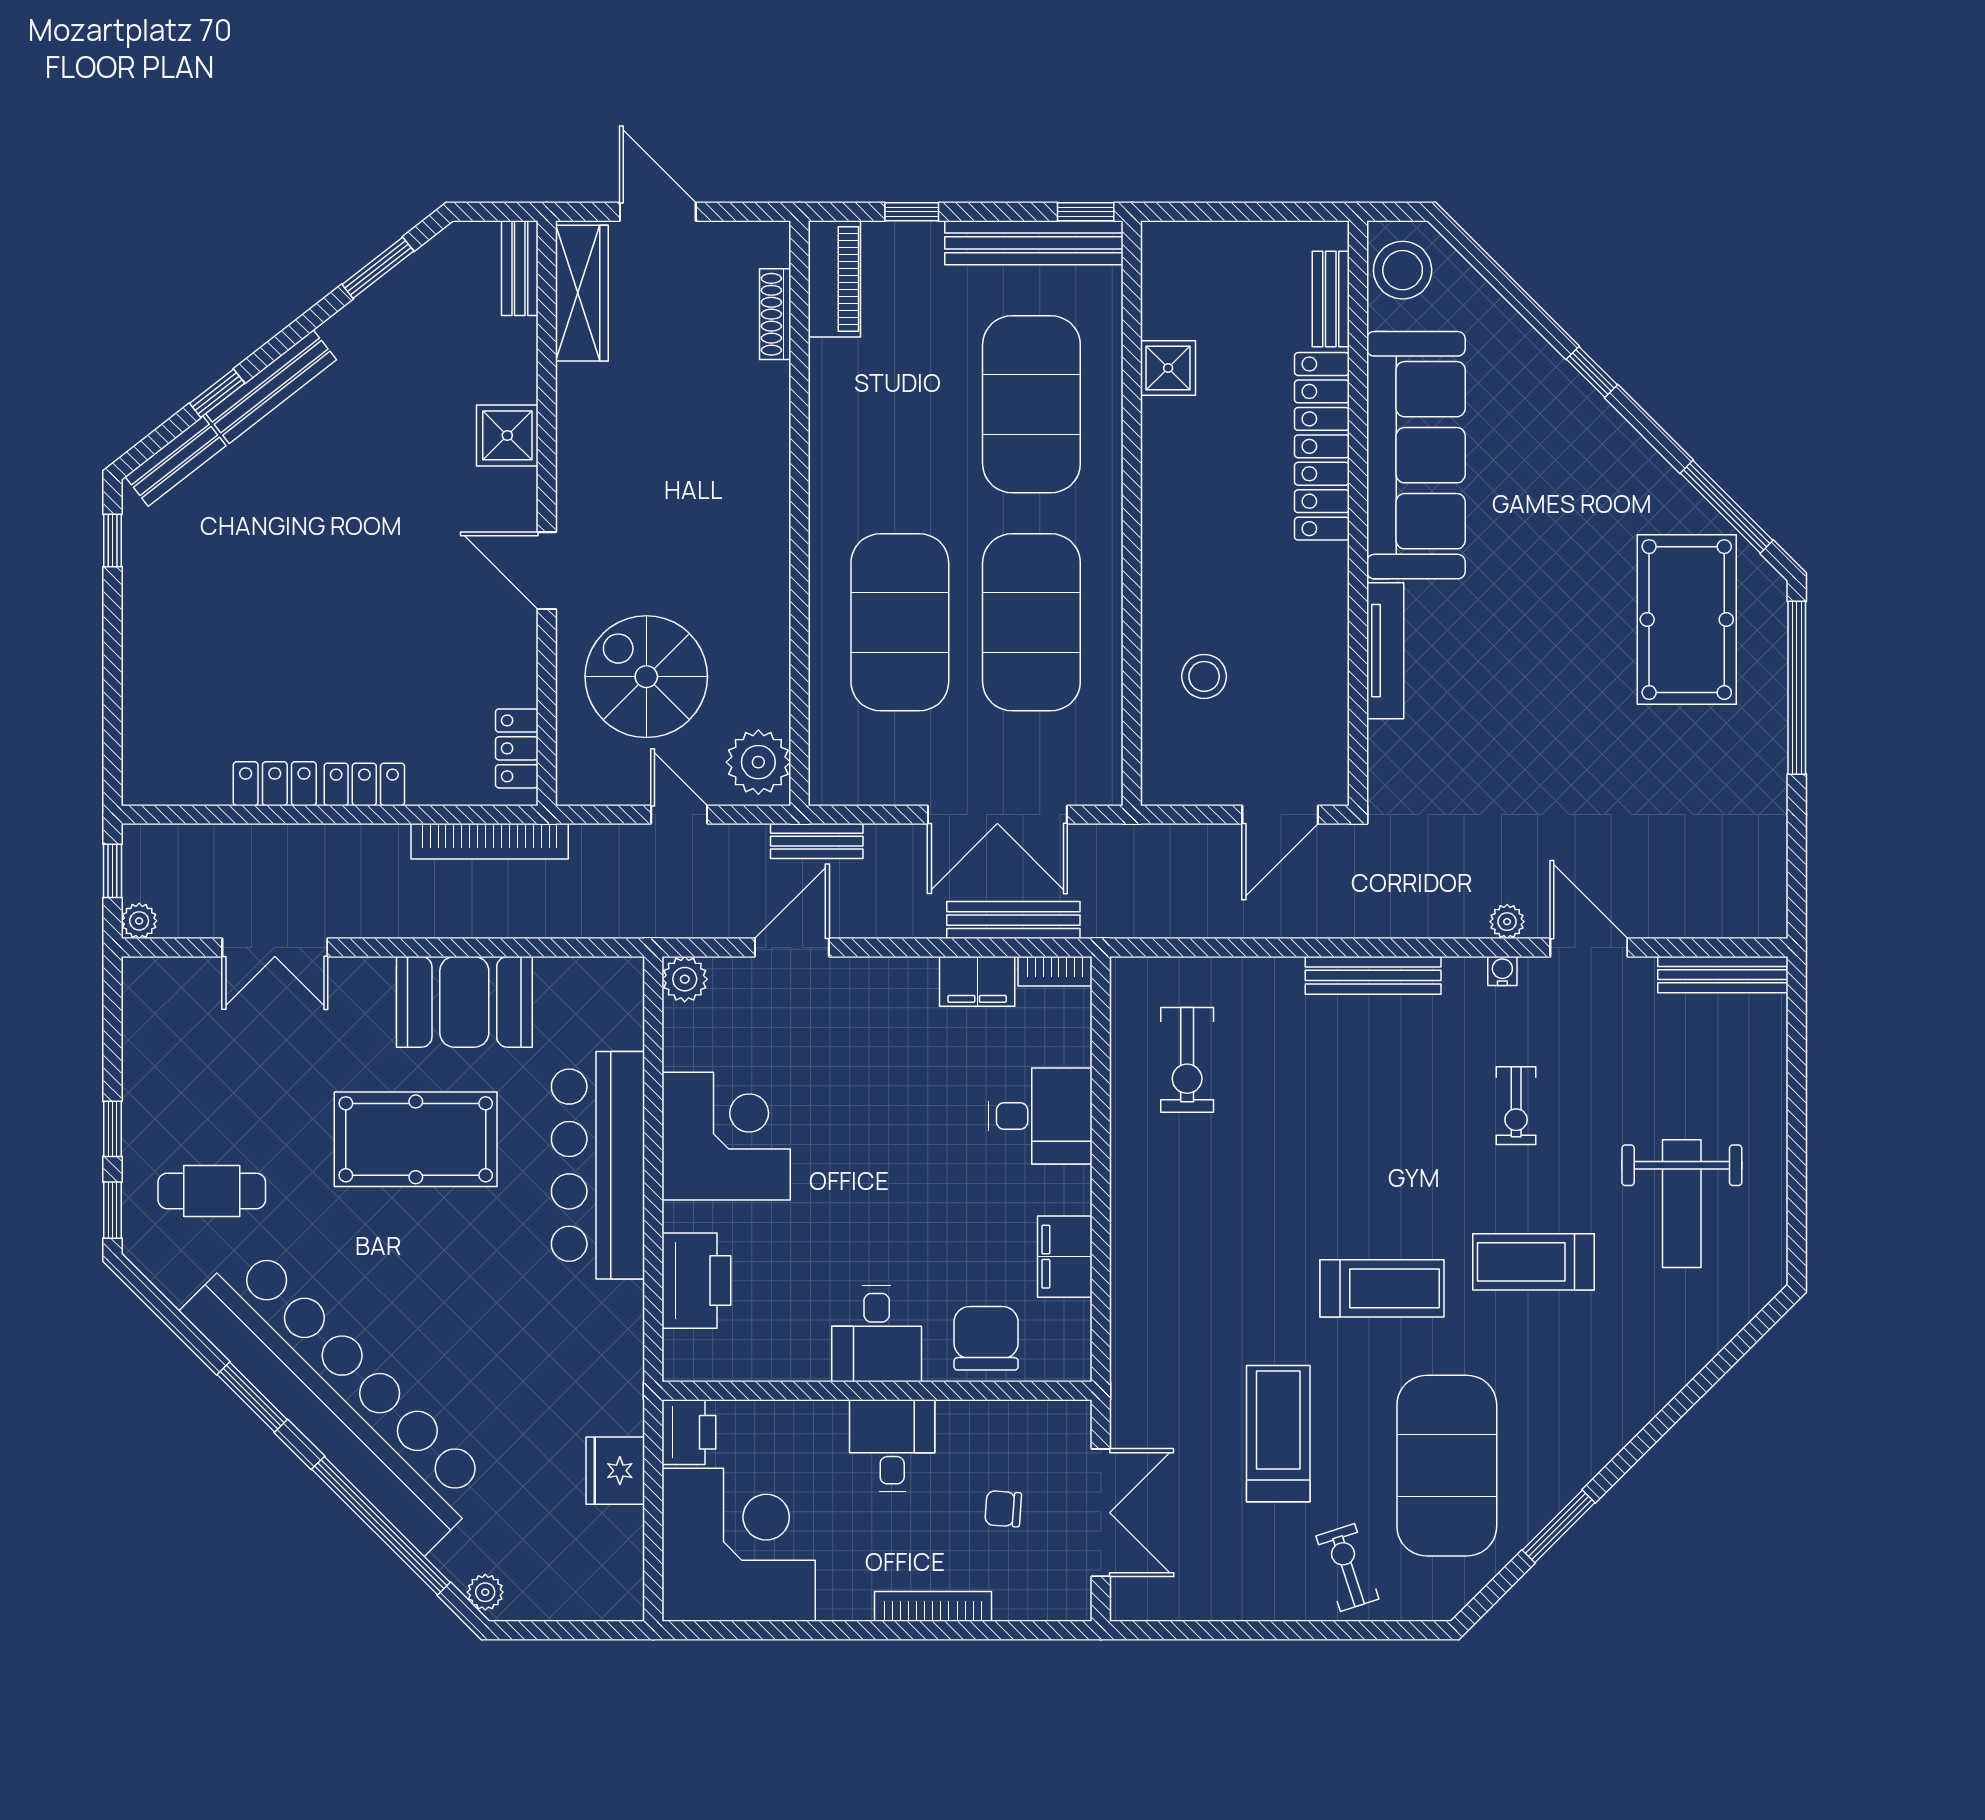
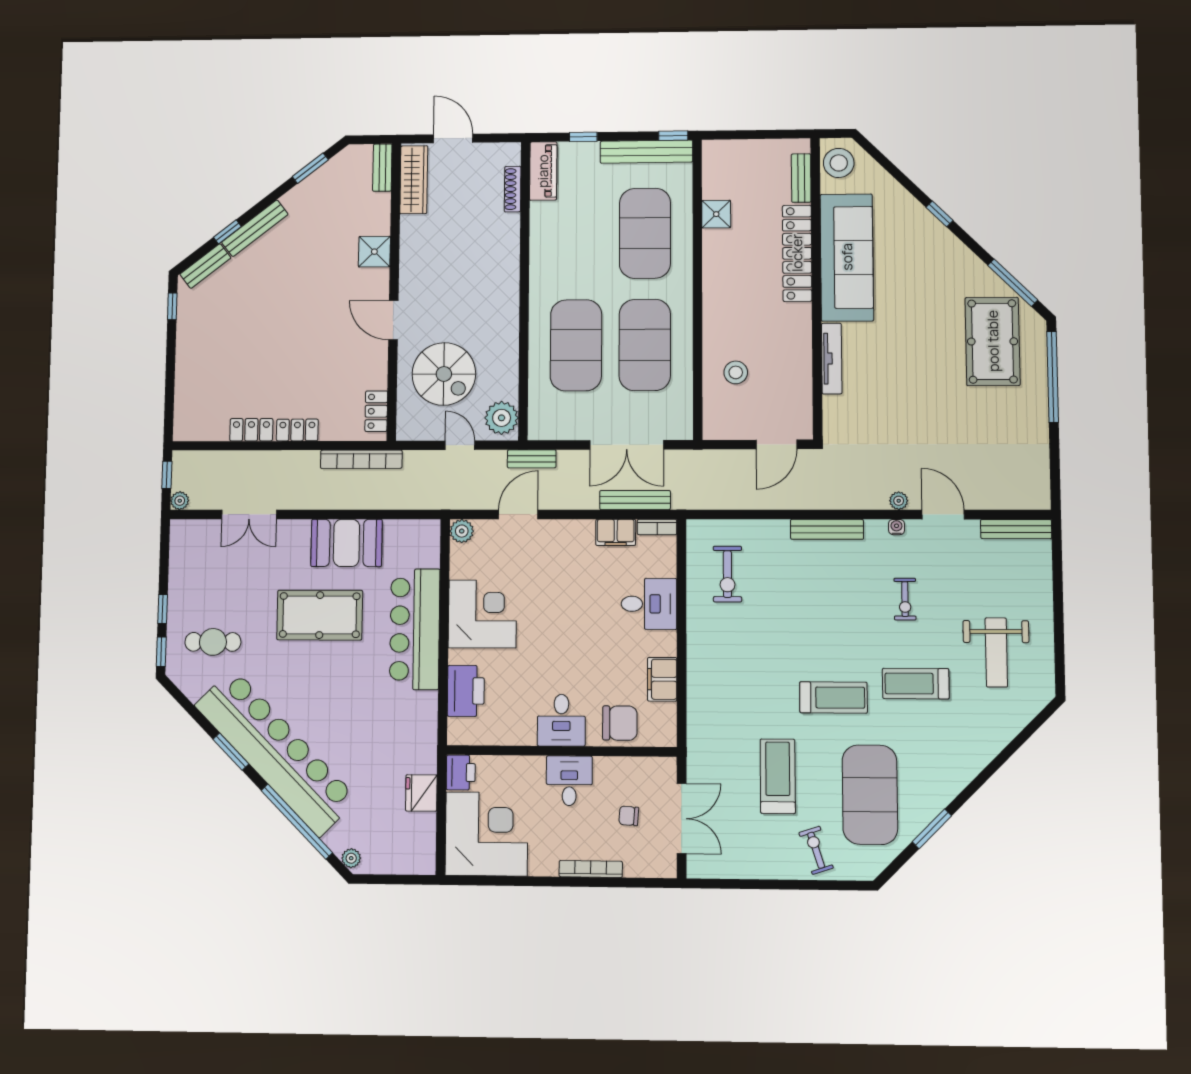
spiral stairs: (646, 677) -> (444, 374), turned 180
chair: (986, 1338) -> (620, 723), turned 90

